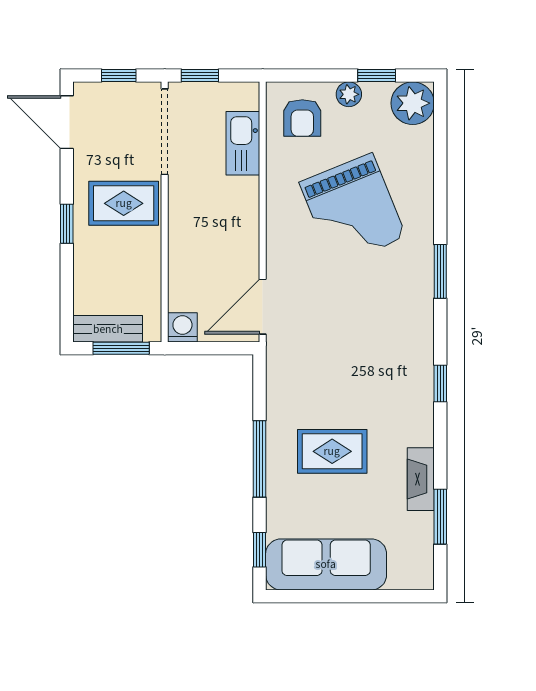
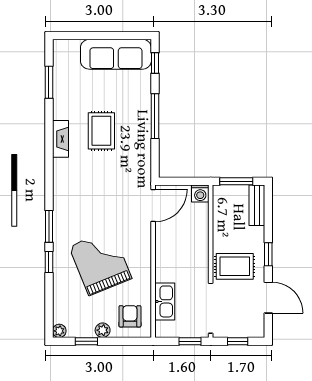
plant: (413, 103) -> (59, 331), width x0.53, depth x0.53
door: (67, 122) -> (268, 298), moved
bench: (108, 329) -> (257, 205), moved, turned 90
window: (440, 384) -> (49, 262), moved
rug: (332, 451) -> (101, 131), moved, turned 90
fireplace: (421, 479) -> (60, 139), moved

